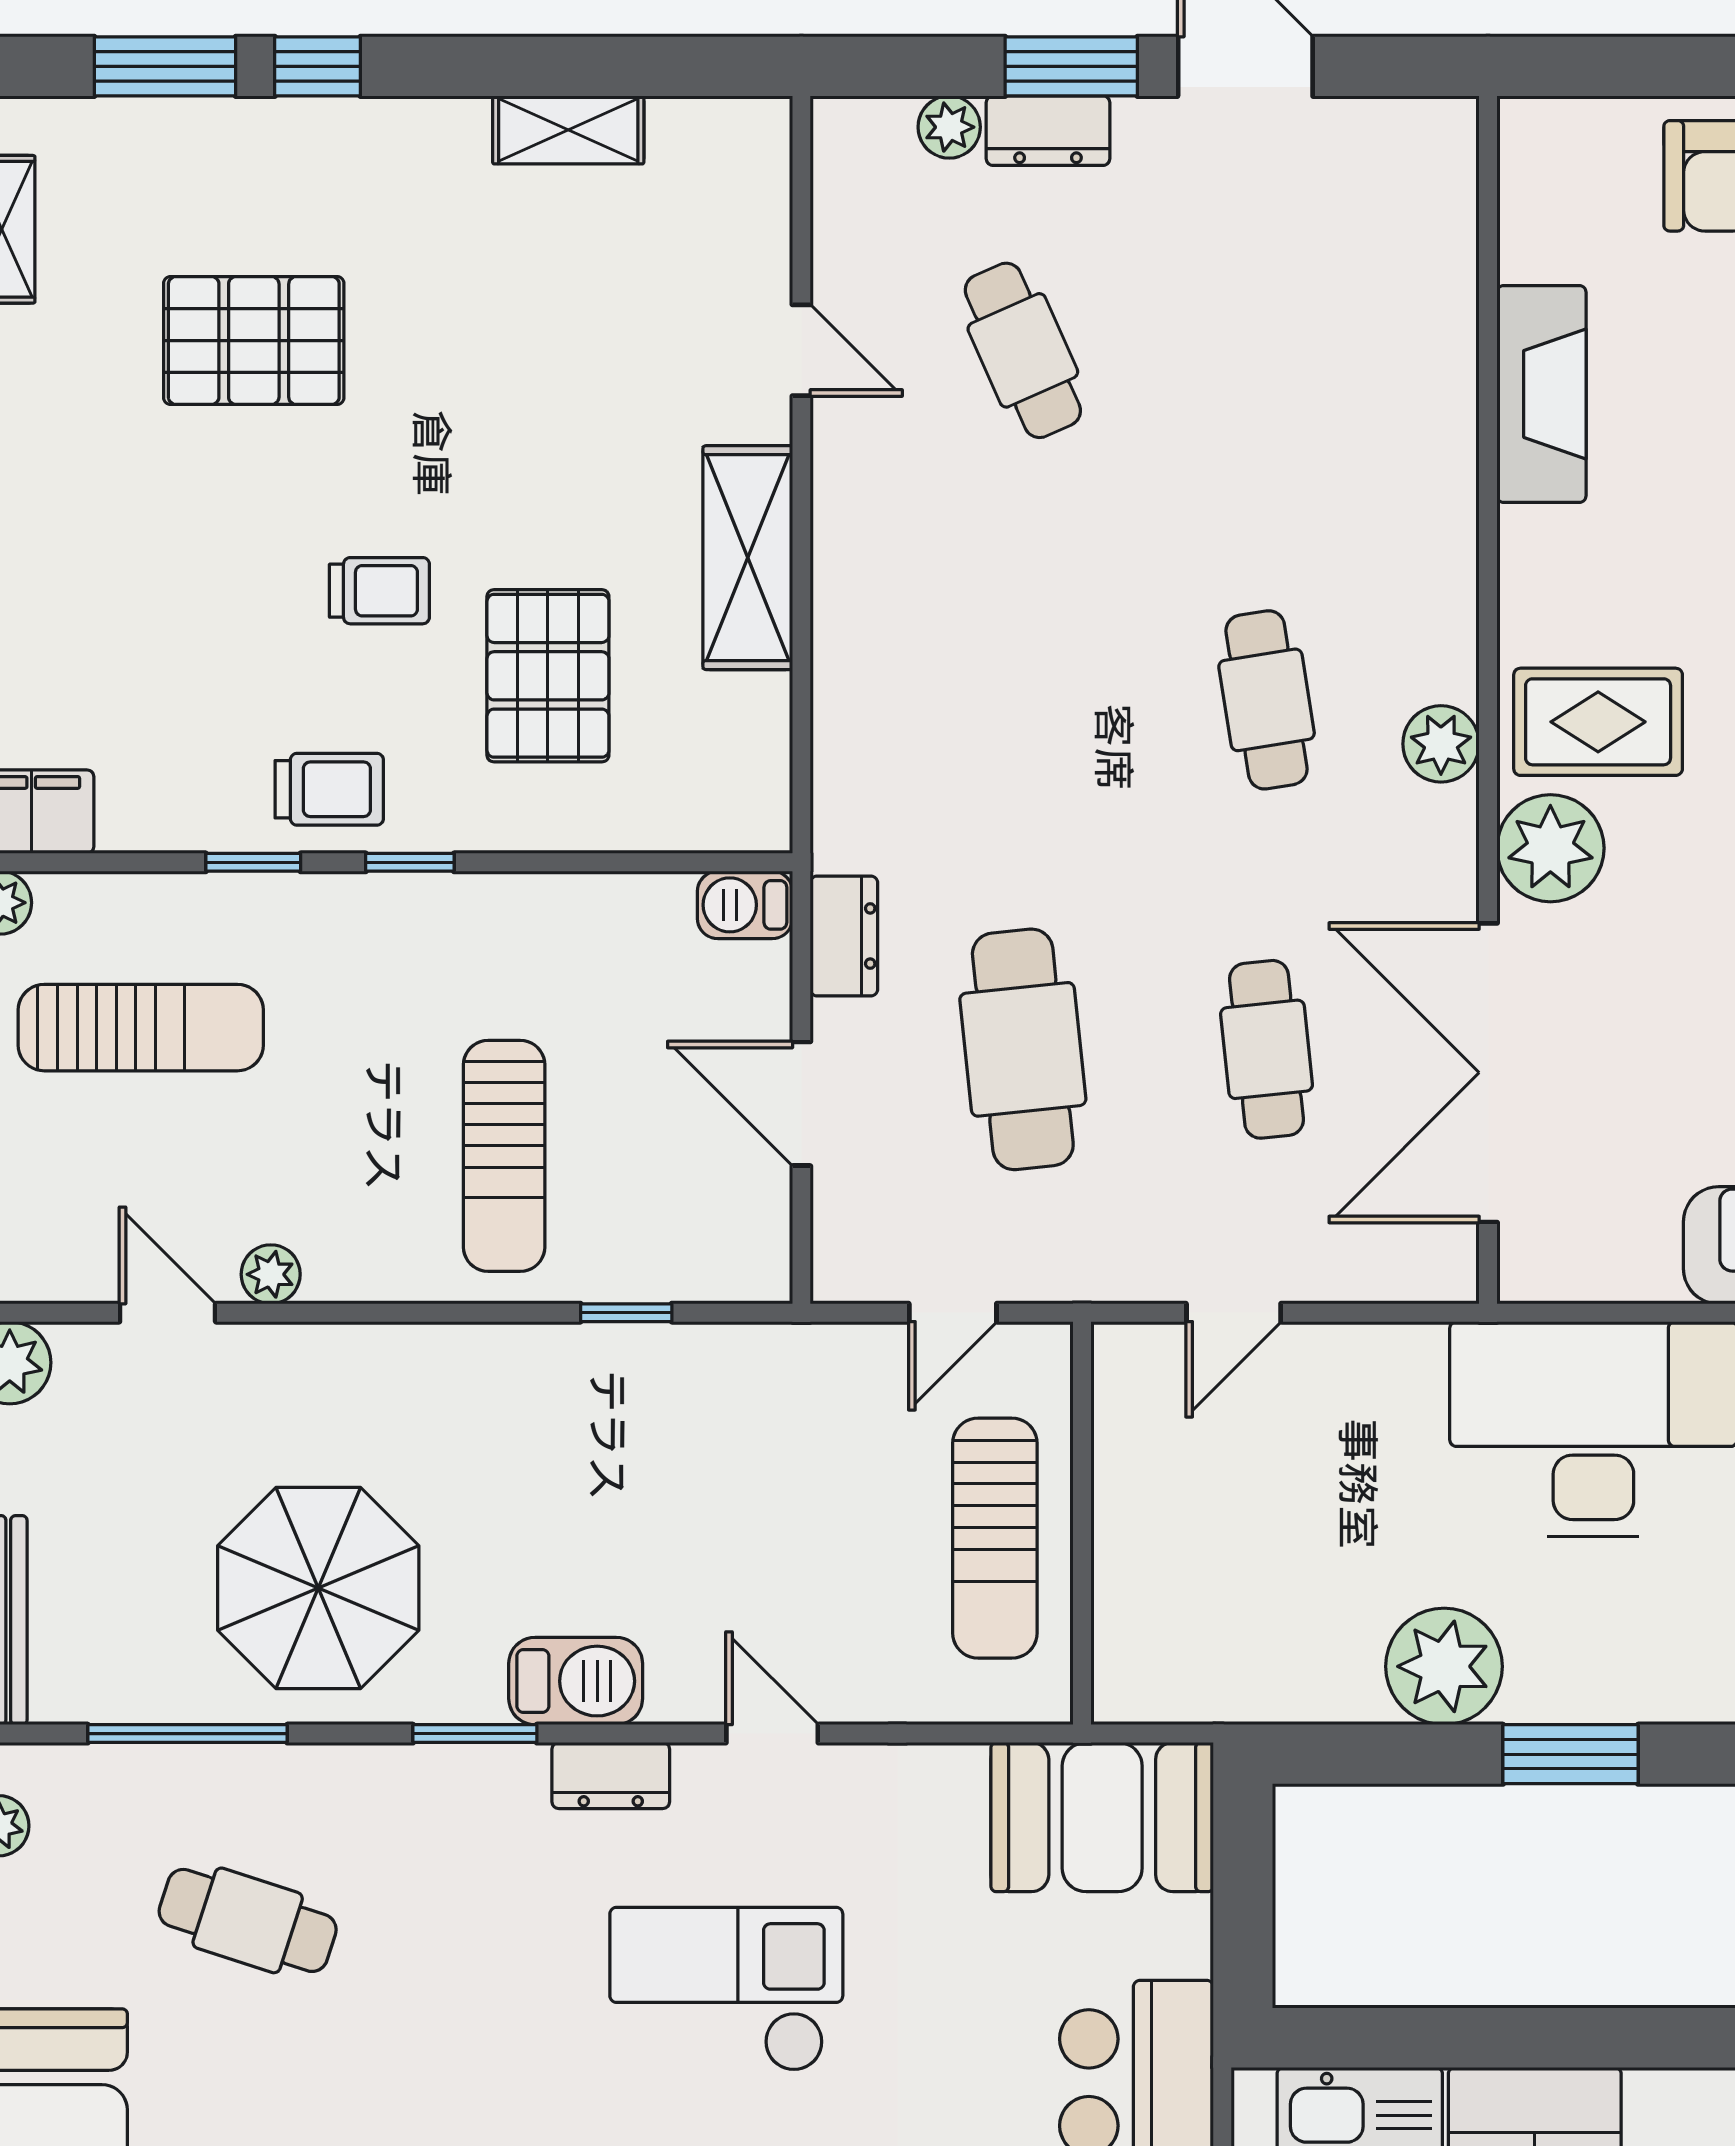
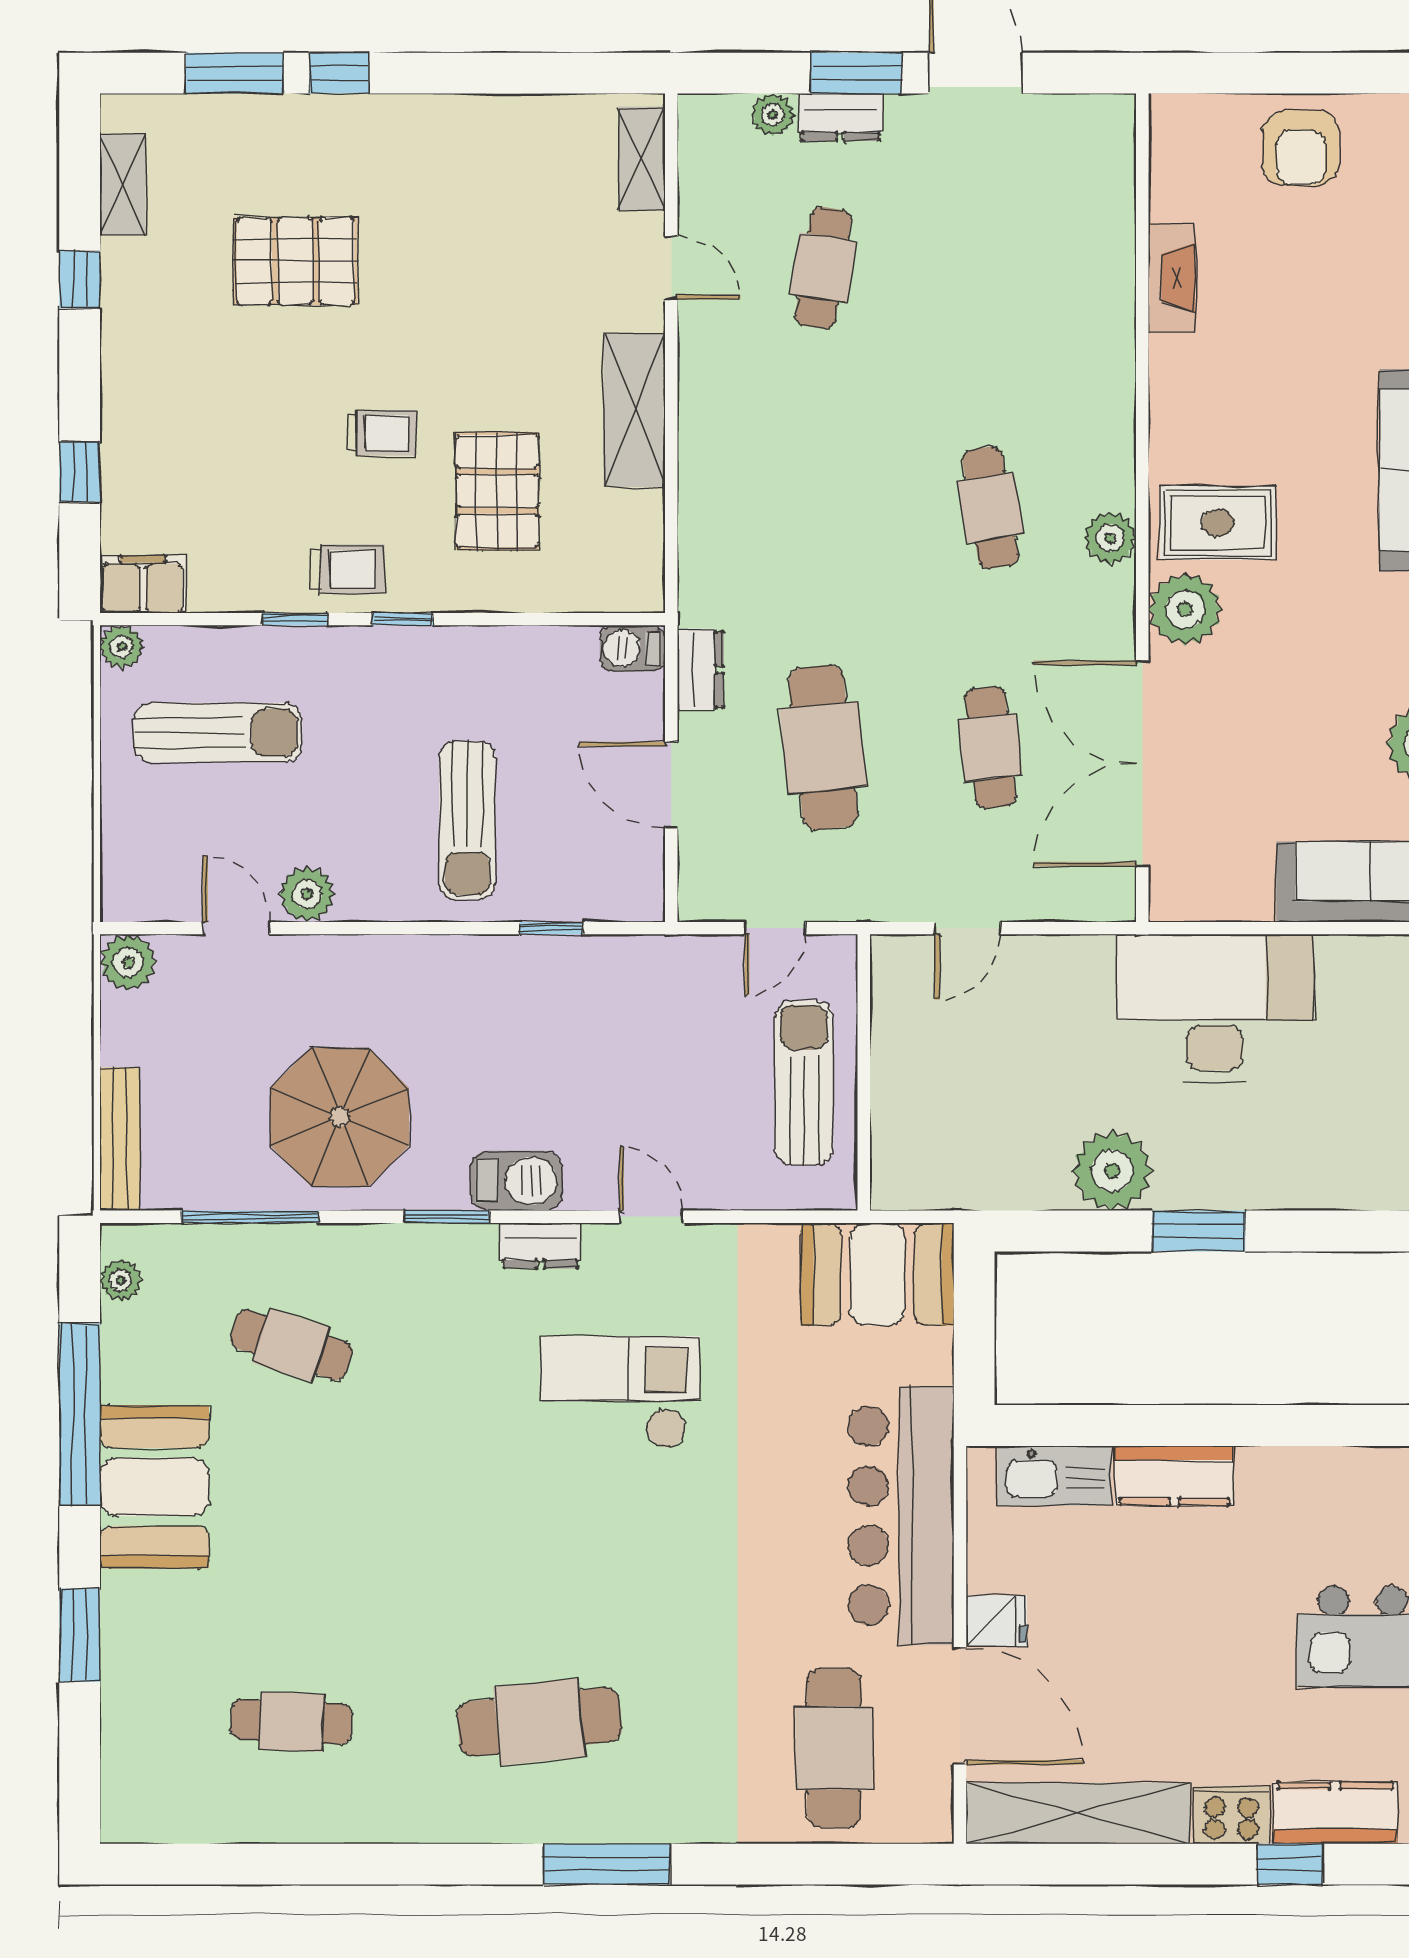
shelving: (568, 130) -> (642, 159), moved, turned 90
cafe table: (1023, 350) -> (823, 268), turned 33
fireplace: (1541, 394) -> (1172, 278), width x0.73, depth x0.76
plant: (271, 1274) -> (307, 894), width x1.38, depth x1.38
sun lounger: (995, 1538) -> (804, 1083), turned 180

